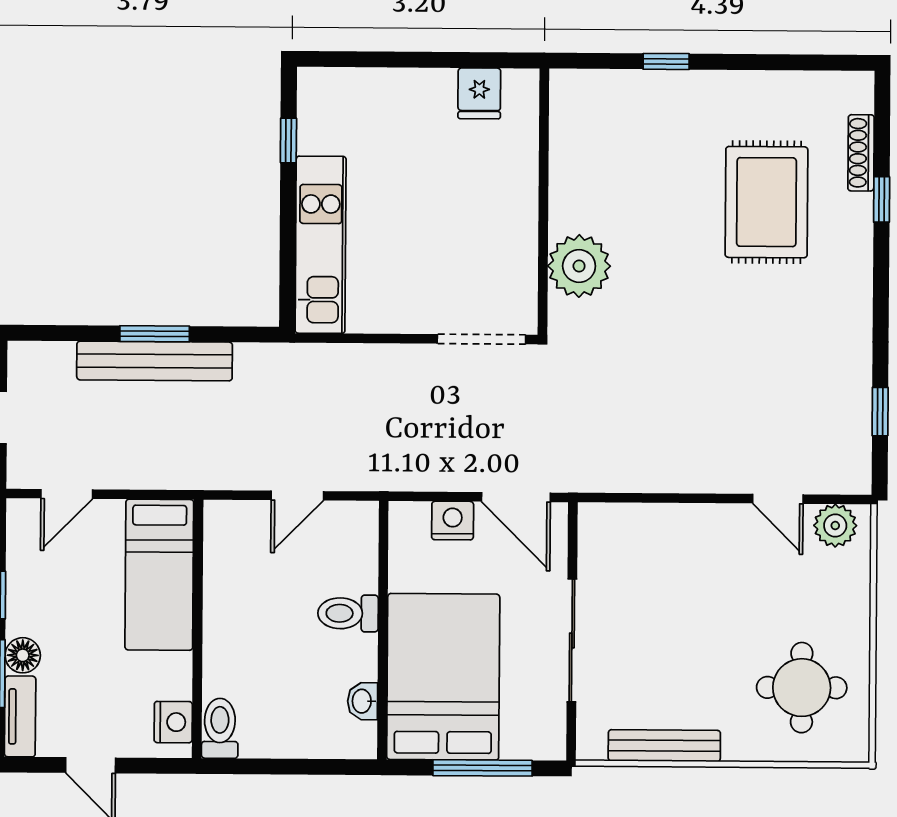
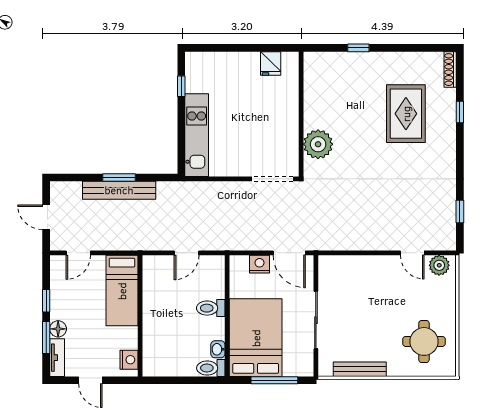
shoe rack: (861, 153) -> (450, 70), moved
toilet: (220, 728) -> (211, 368), moved, turned -90

